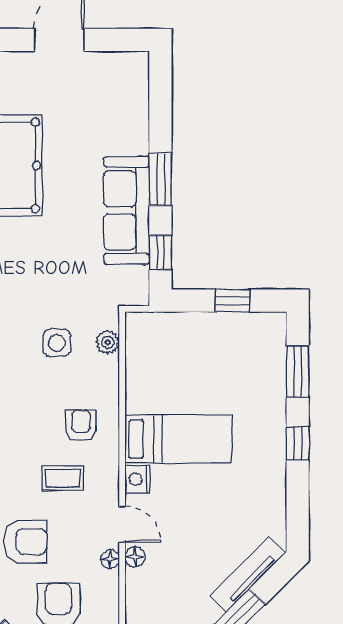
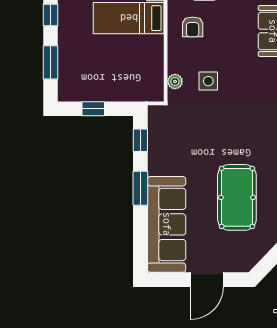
sofa: (127, 210) -> (167, 224), moved, width x1.36, depth x1.27

